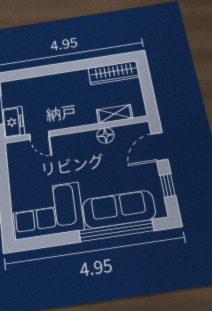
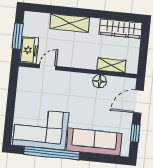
shelving: (54, 82) -> (70, 23), added
door: (40, 135) -> (48, 67), swing flipped
window: (116, 231) -> (52, 153), moved

